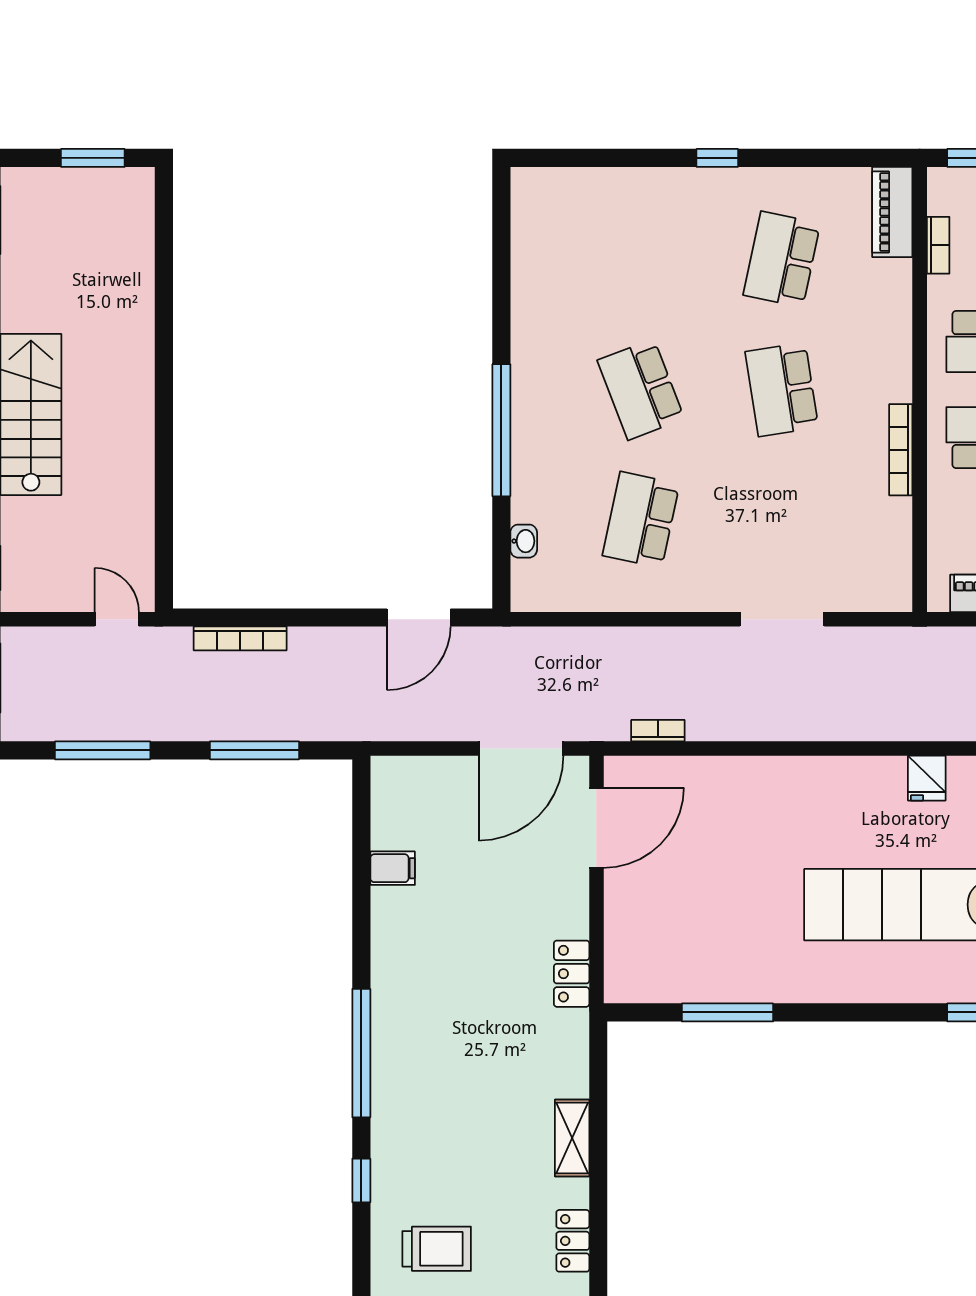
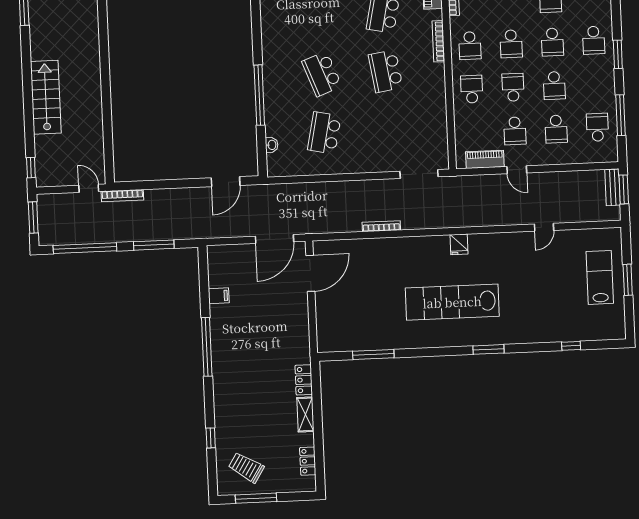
bookcase: (901, 450) -> (438, 41), moved
doorway: (782, 619) -> (419, 174), moved
bookcase: (240, 638) -> (122, 196), moved
bookcase: (658, 731) -> (381, 226), moved, width x1.56
window: (103, 750) -> (85, 248), width x1.46
locker: (572, 974) -> (304, 380), moved
window: (361, 1053) -> (207, 347), moved
trolley: (437, 1249) -> (246, 467), turned -148

